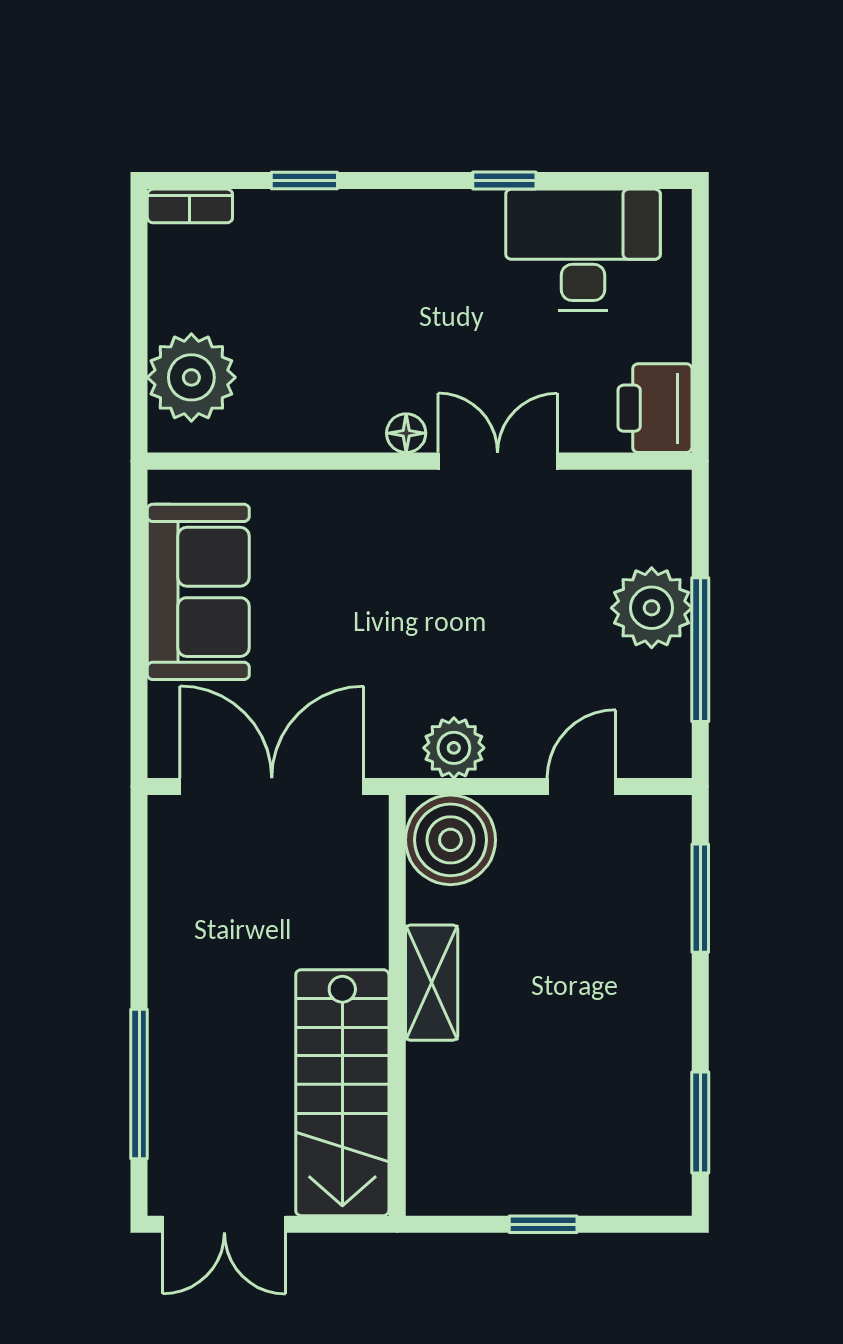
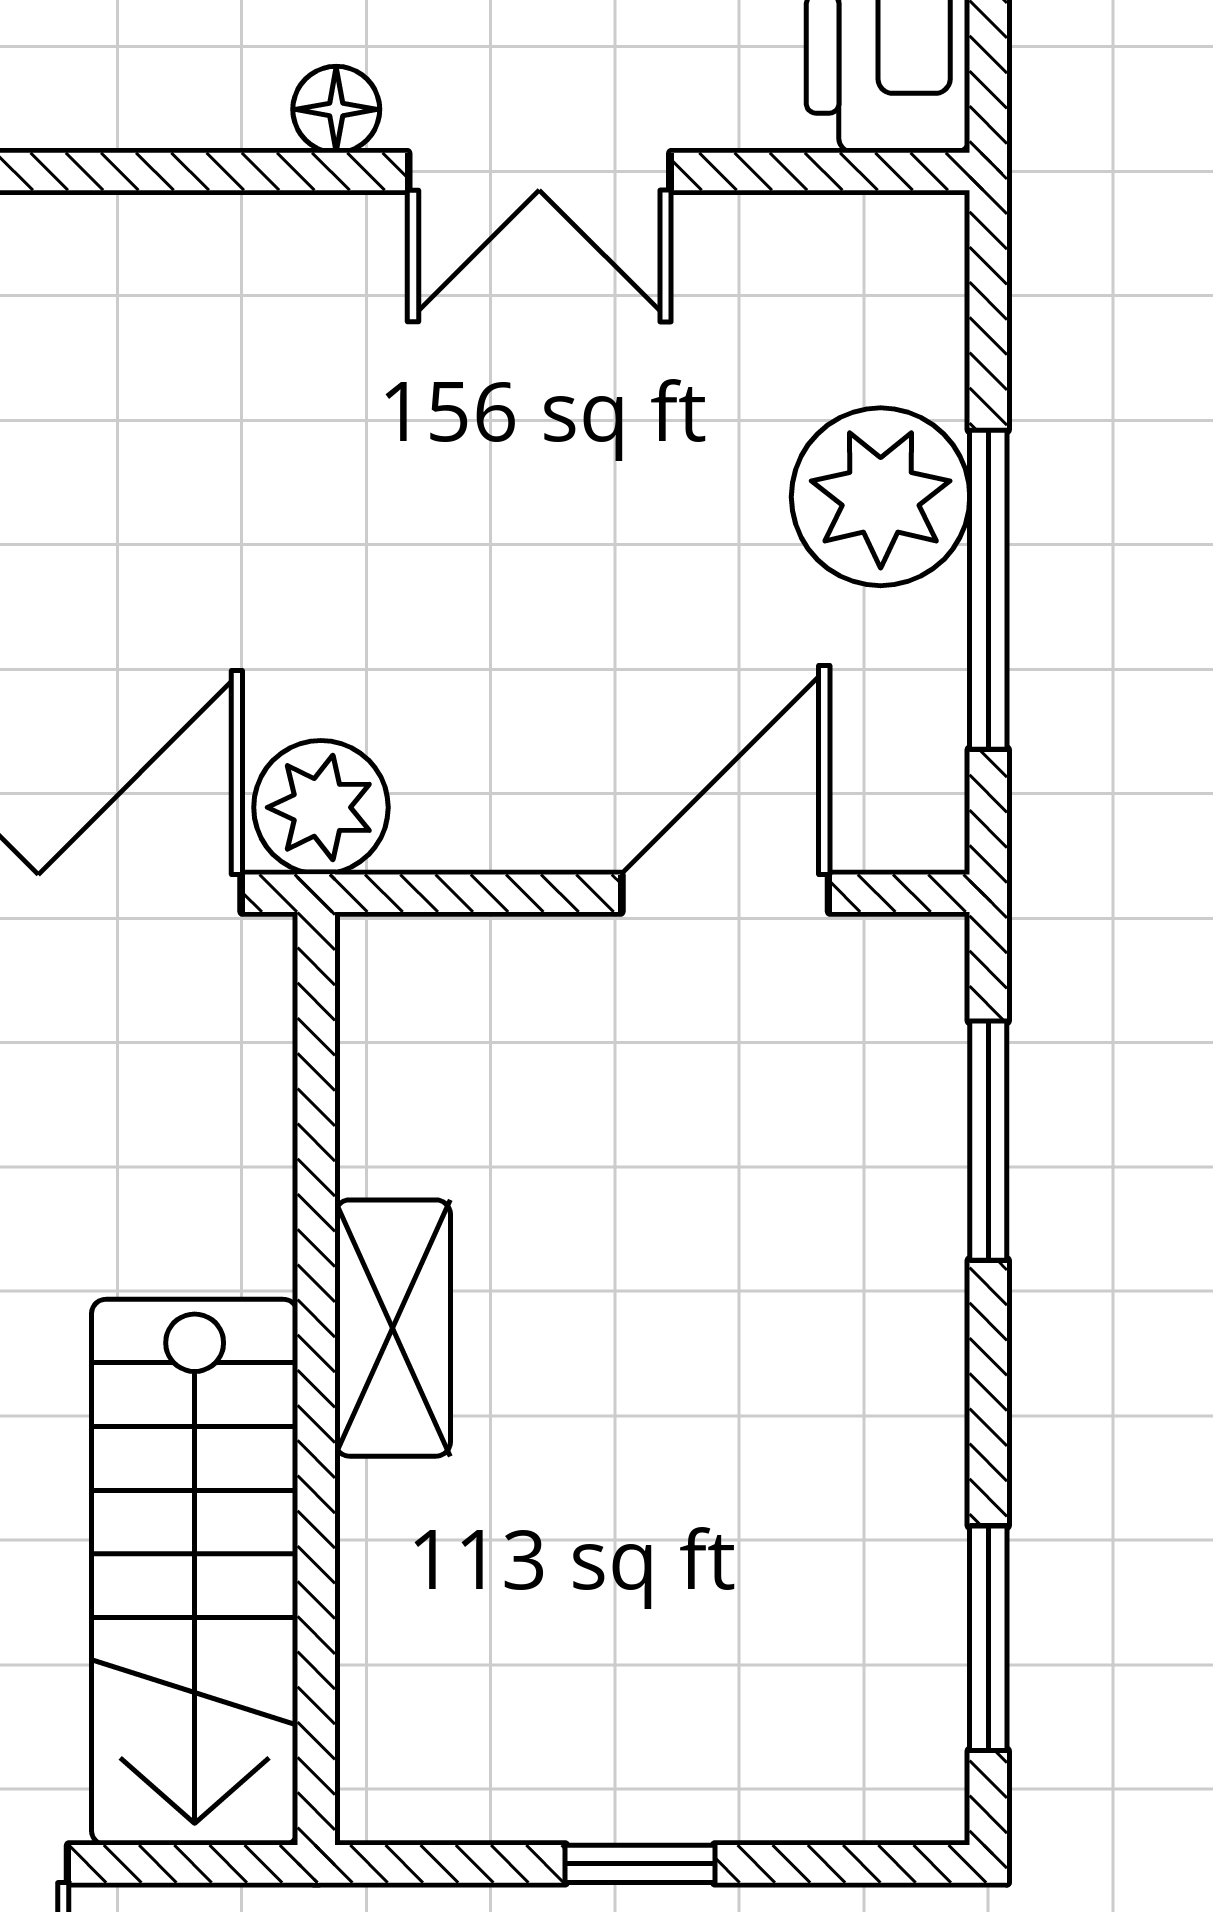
double door: (498, 461) -> (539, 171), swing flipped
plant: (454, 748) -> (321, 807), moved
door: (582, 787) -> (725, 893), width x1.38
boiler: (450, 840) -> (435, 1011), removed

